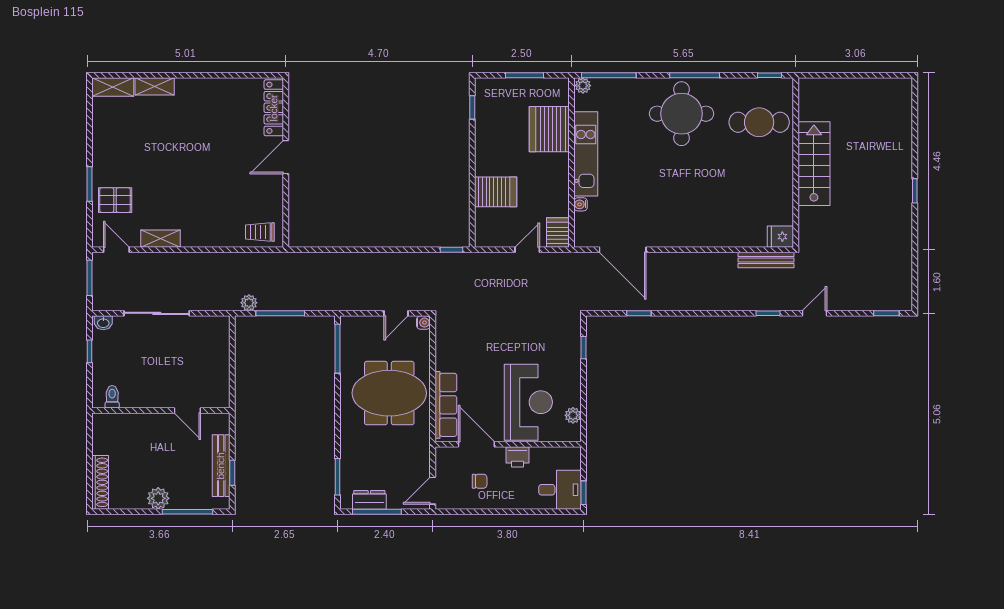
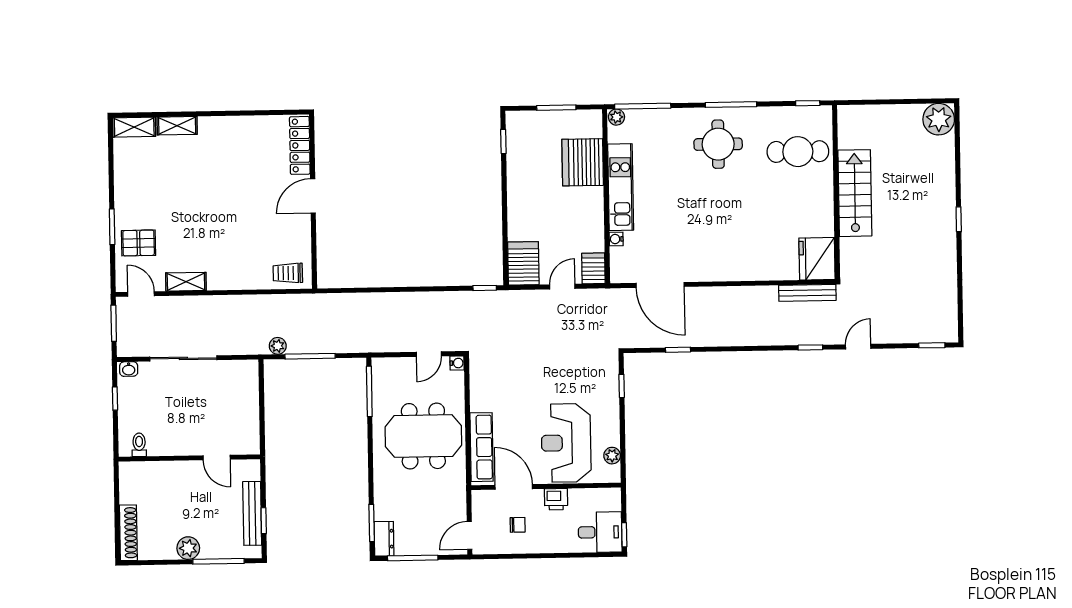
plant: (897, 93) -> (939, 119), added
round table: (682, 114) -> (718, 144), width x0.73, depth x0.73
server rack: (496, 192) -> (523, 263), moved, turned -90
fridge: (780, 237) -> (817, 259), width x1.88, depth x1.34
reception desk: (528, 402) -> (566, 443), turned 180
dresser: (369, 500) -> (384, 539), moved, turned 90

